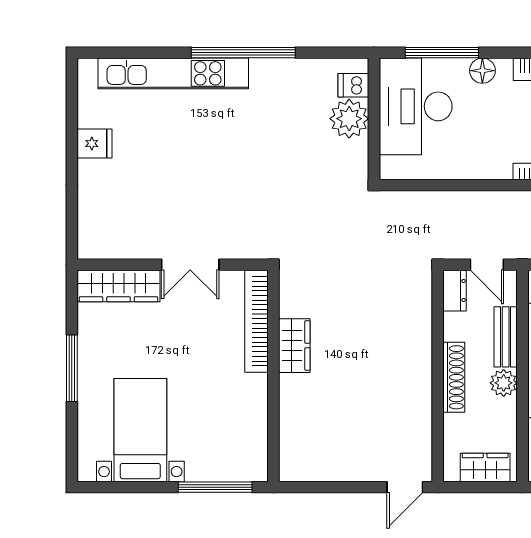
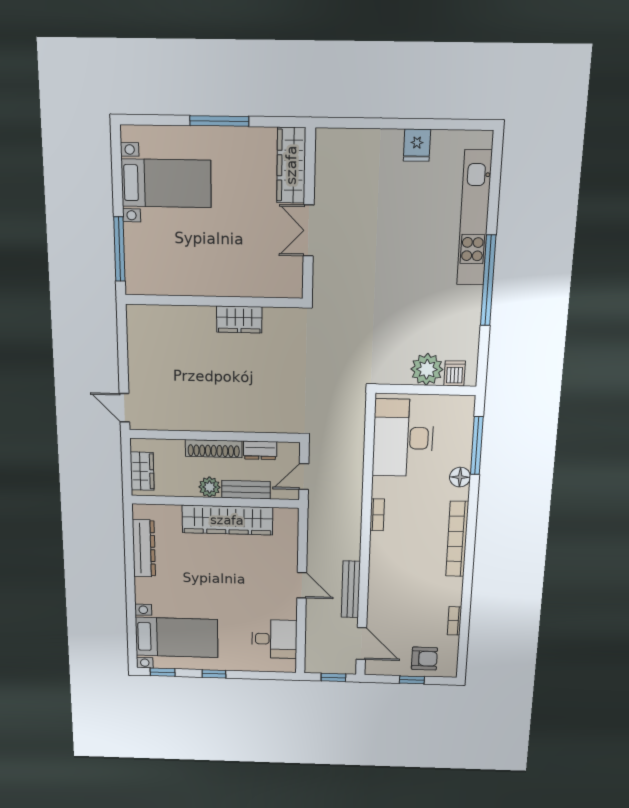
desk: (416, 106) -> (403, 438), moved, turned -90
dresser: (455, 290) -> (260, 450), moved
bookcase: (256, 321) -> (260, 288), removed

